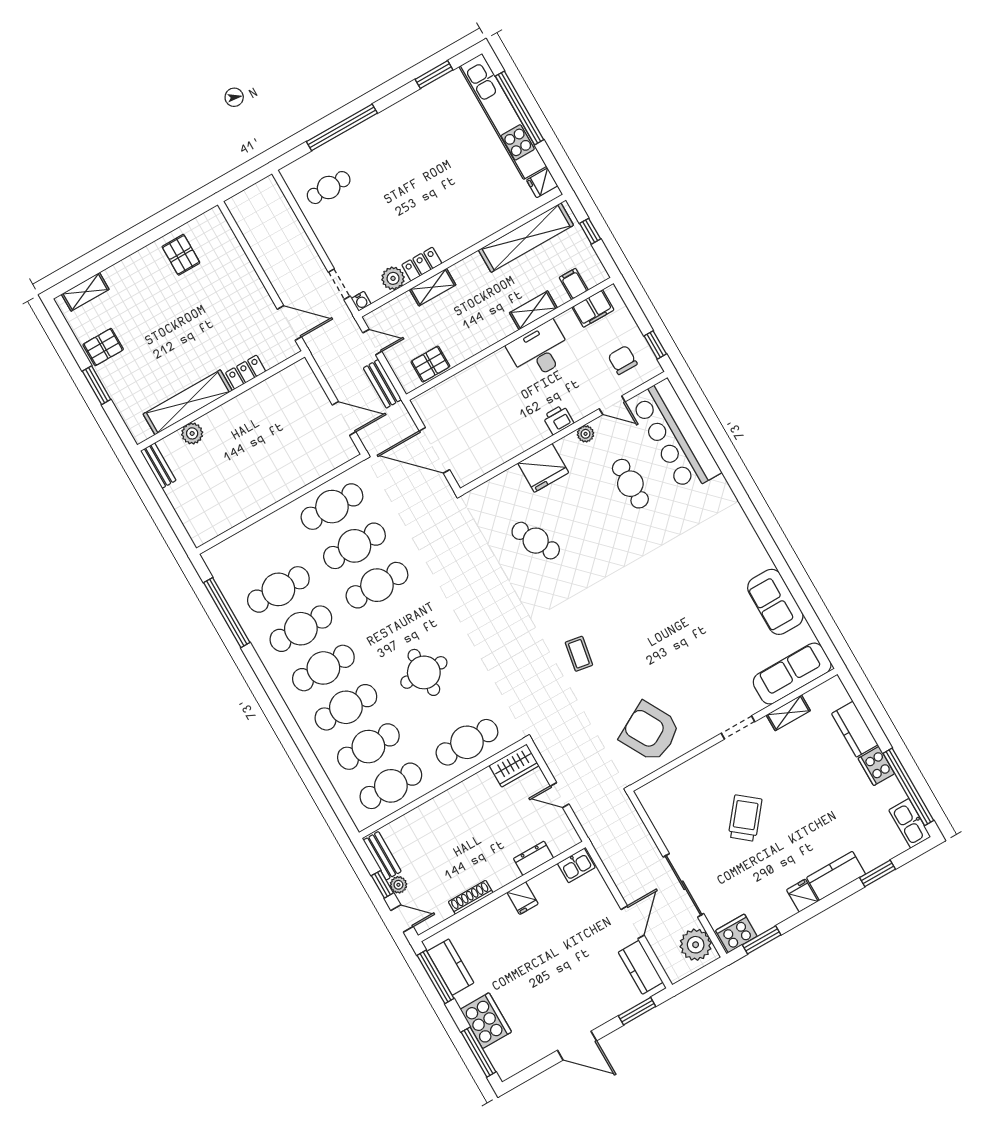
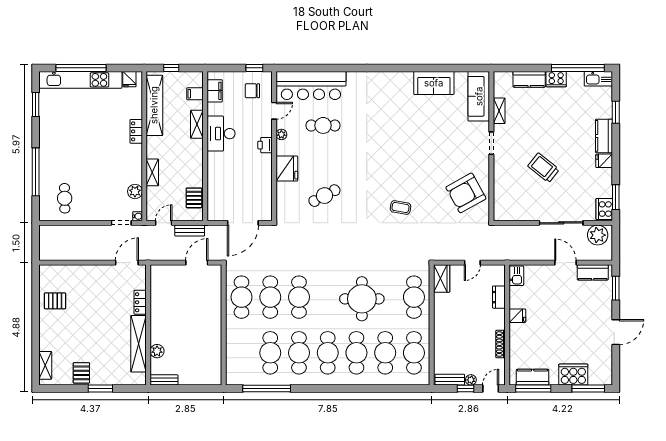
locker: (422, 264) -> (136, 131), moved
round table: (424, 672) -> (362, 299), width x1.36, depth x1.36

